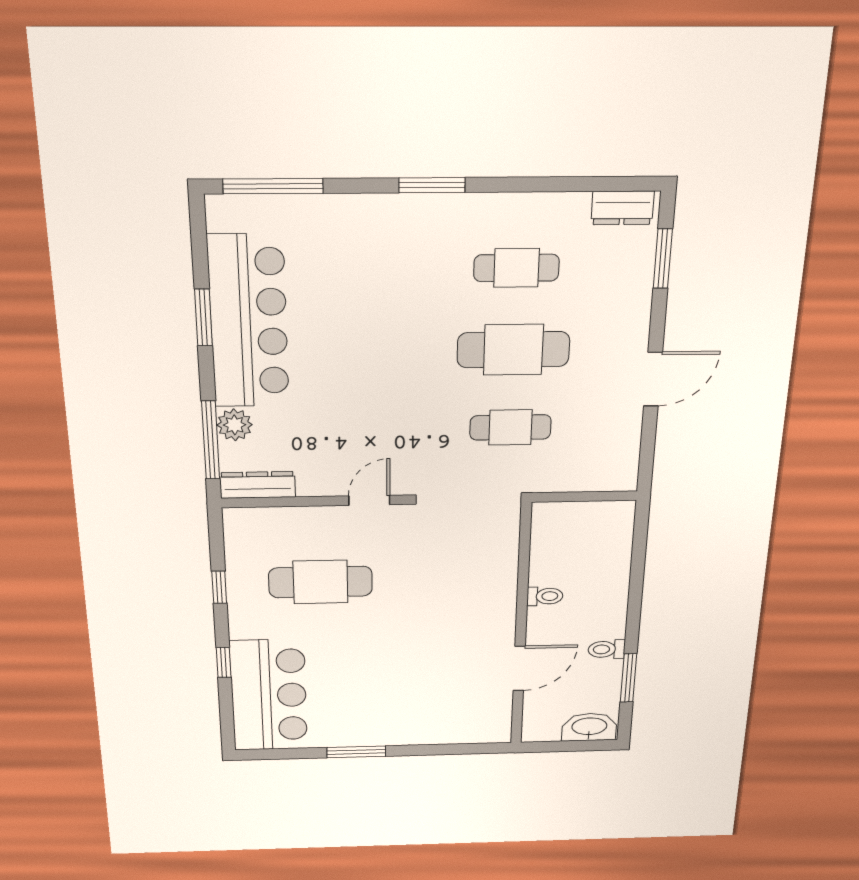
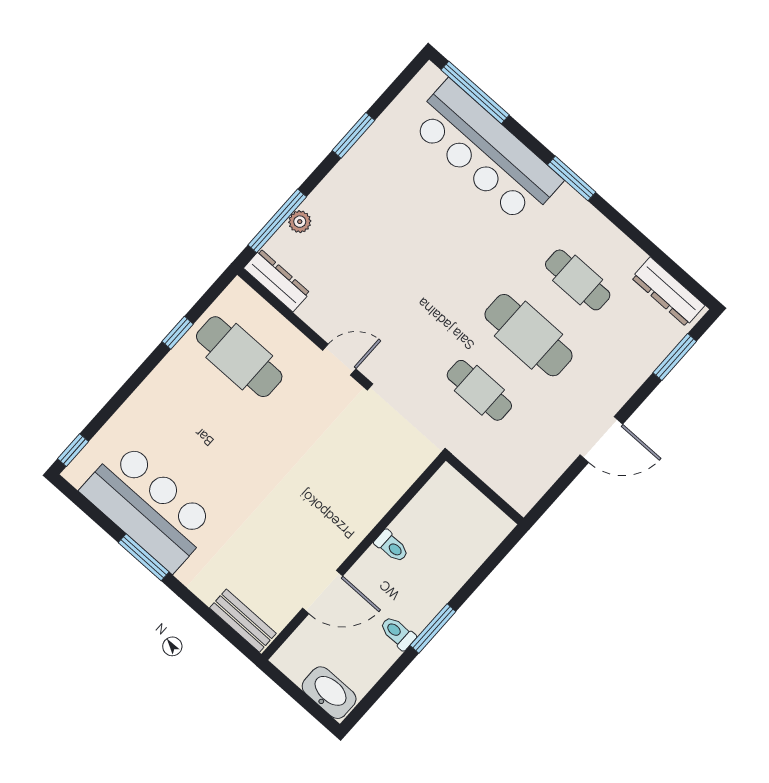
dresser: (623, 208) -> (668, 292), width x1.44
bar counter: (249, 322) -> (486, 152), moved, turned 90
plant: (235, 425) -> (300, 222), width x0.73, depth x0.73
cafe table: (321, 582) -> (239, 357), moved
window: (224, 663) -> (73, 450), moved
window: (628, 678) -> (433, 628), moved
bar counter: (269, 695) -> (149, 507), moved, turned -90
bench: (475, 733) -> (243, 621), added

